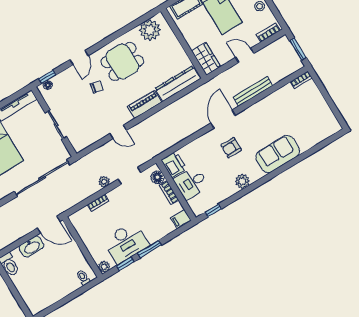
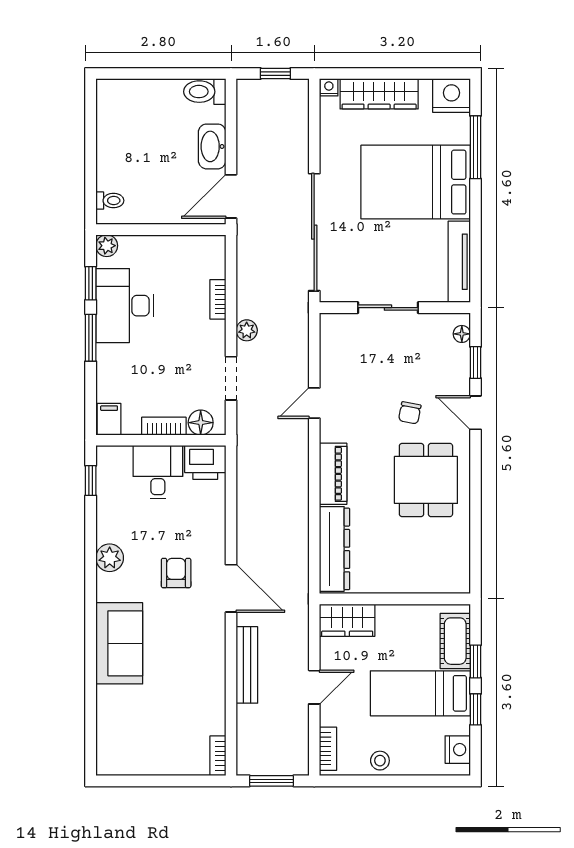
plant: (150, 30) -> (450, 556), removed
window: (47, 77) -> (475, 363), moved

